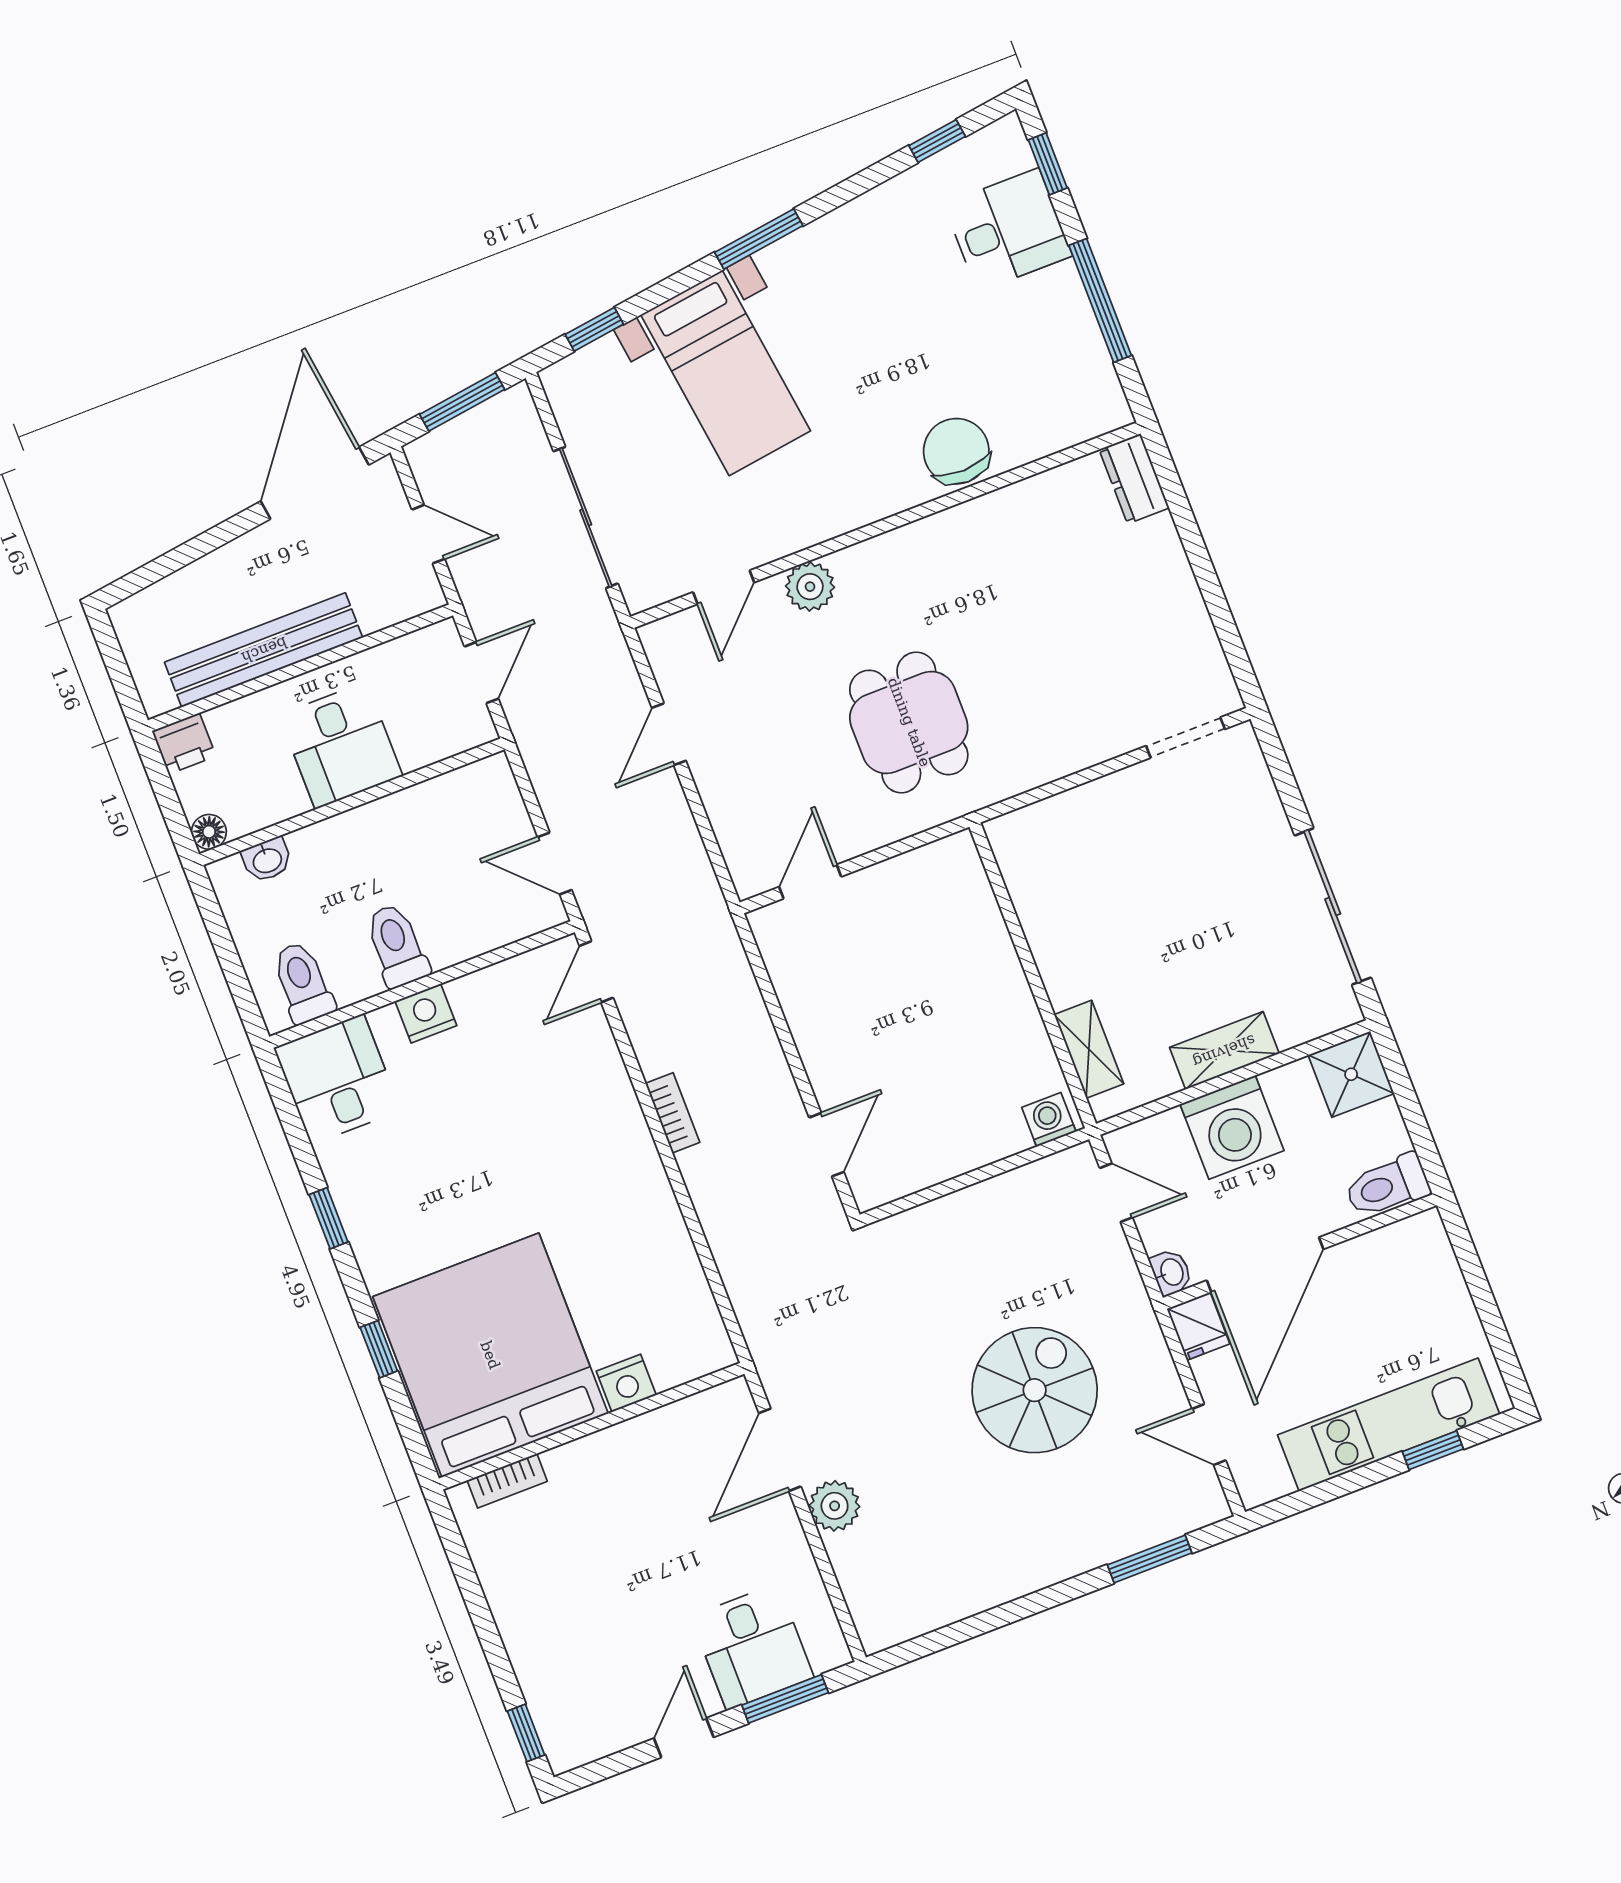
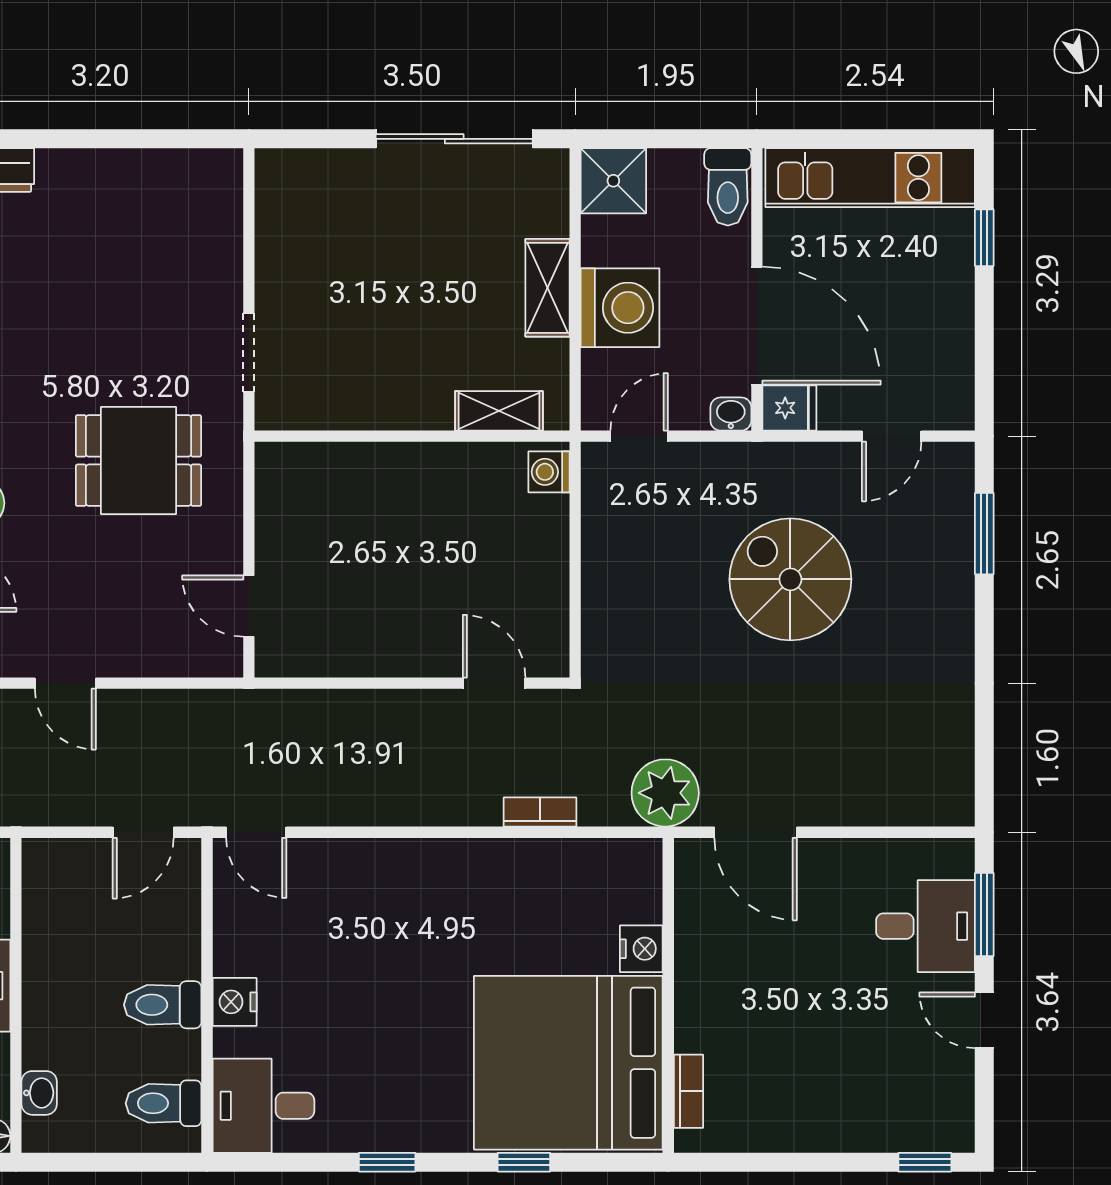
doorway: (1185, 738) -> (249, 353), moved
bookcase: (673, 1113) -> (540, 812), moved
kitchen unit: (1389, 1425) -> (870, 178), moved, turned -90
plant: (835, 1506) -> (665, 793), moved, width x1.36, depth x1.36

